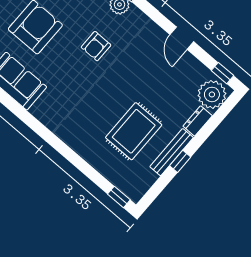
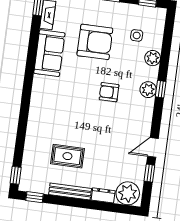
window: (222, 73) -> (149, 173), moved
rug: (134, 131) -> (67, 156), width x0.73, depth x0.70
window: (180, 161) -> (35, 197), moved

